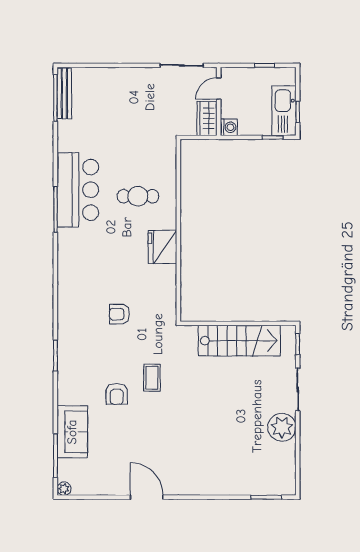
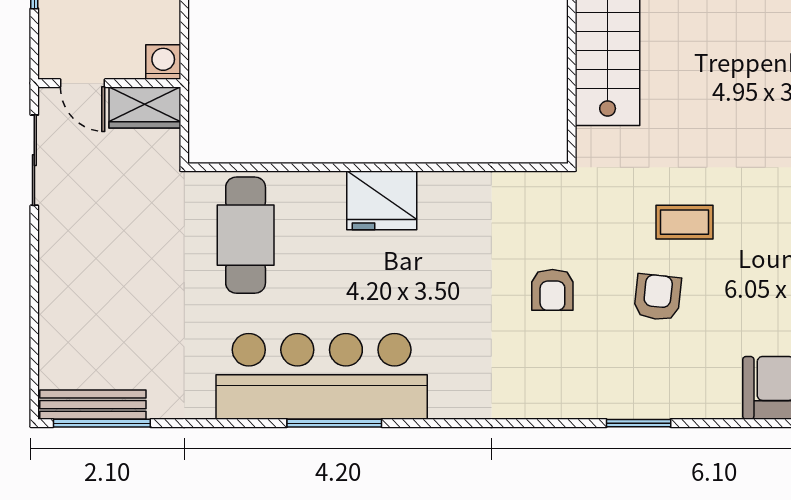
bar counter: (78, 190) -> (322, 376), width x1.36
cafe table: (138, 196) -> (246, 235), moved, width x1.37, depth x1.35
fridge: (162, 247) -> (382, 200), moved
armchair: (117, 394) -> (658, 297), moved, turned -84

